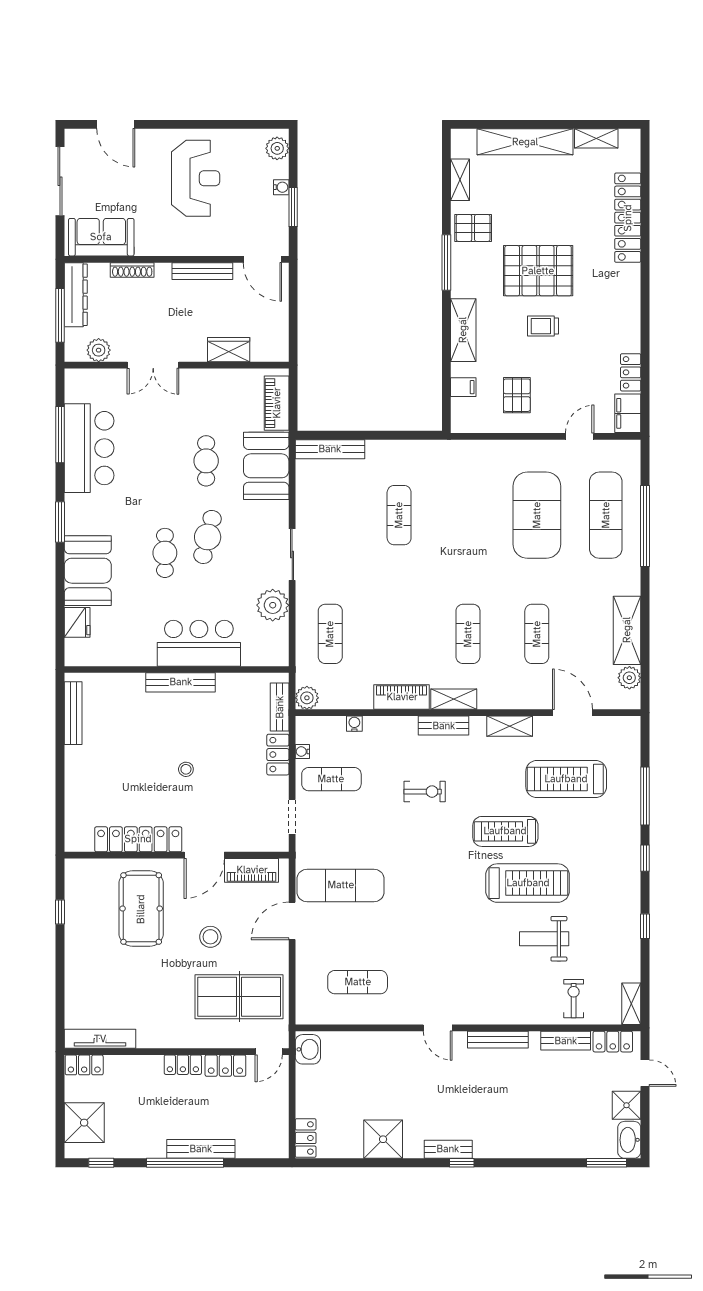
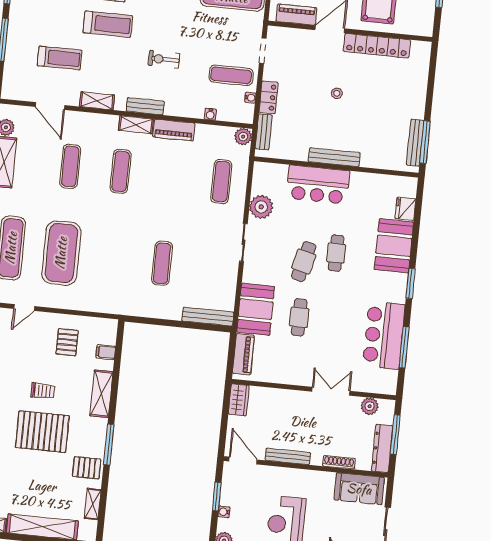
wardrobe: (229, 350) -> (239, 400), moved, turned -90
window: (60, 715) -> (425, 142), added
treadmill: (566, 779) -> (60, 58), width x0.73, depth x0.73

